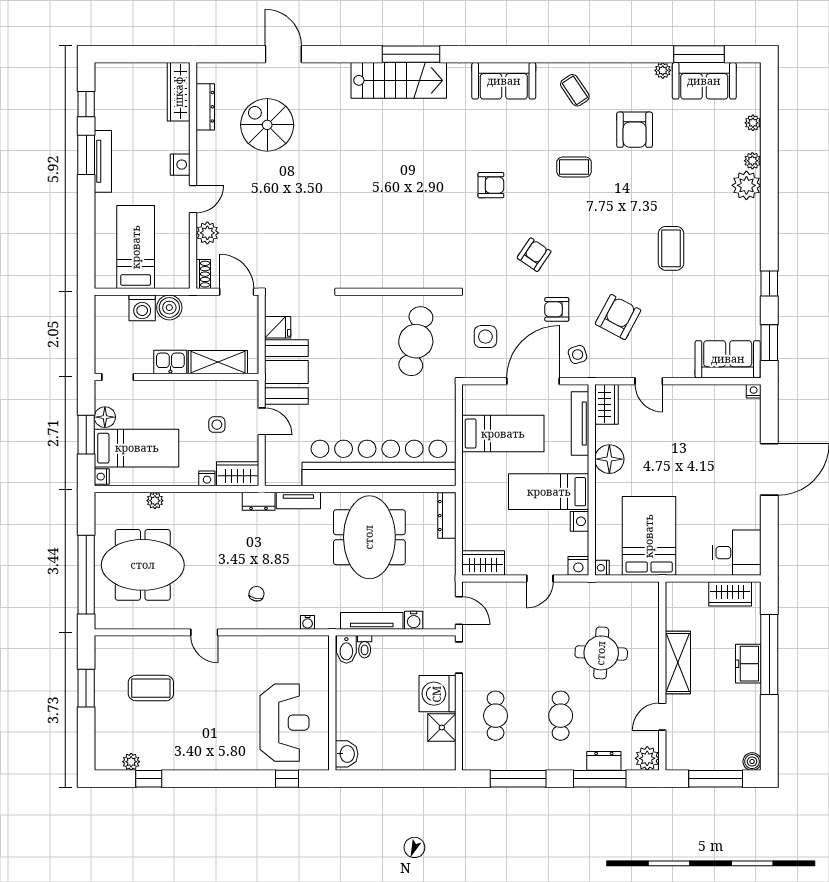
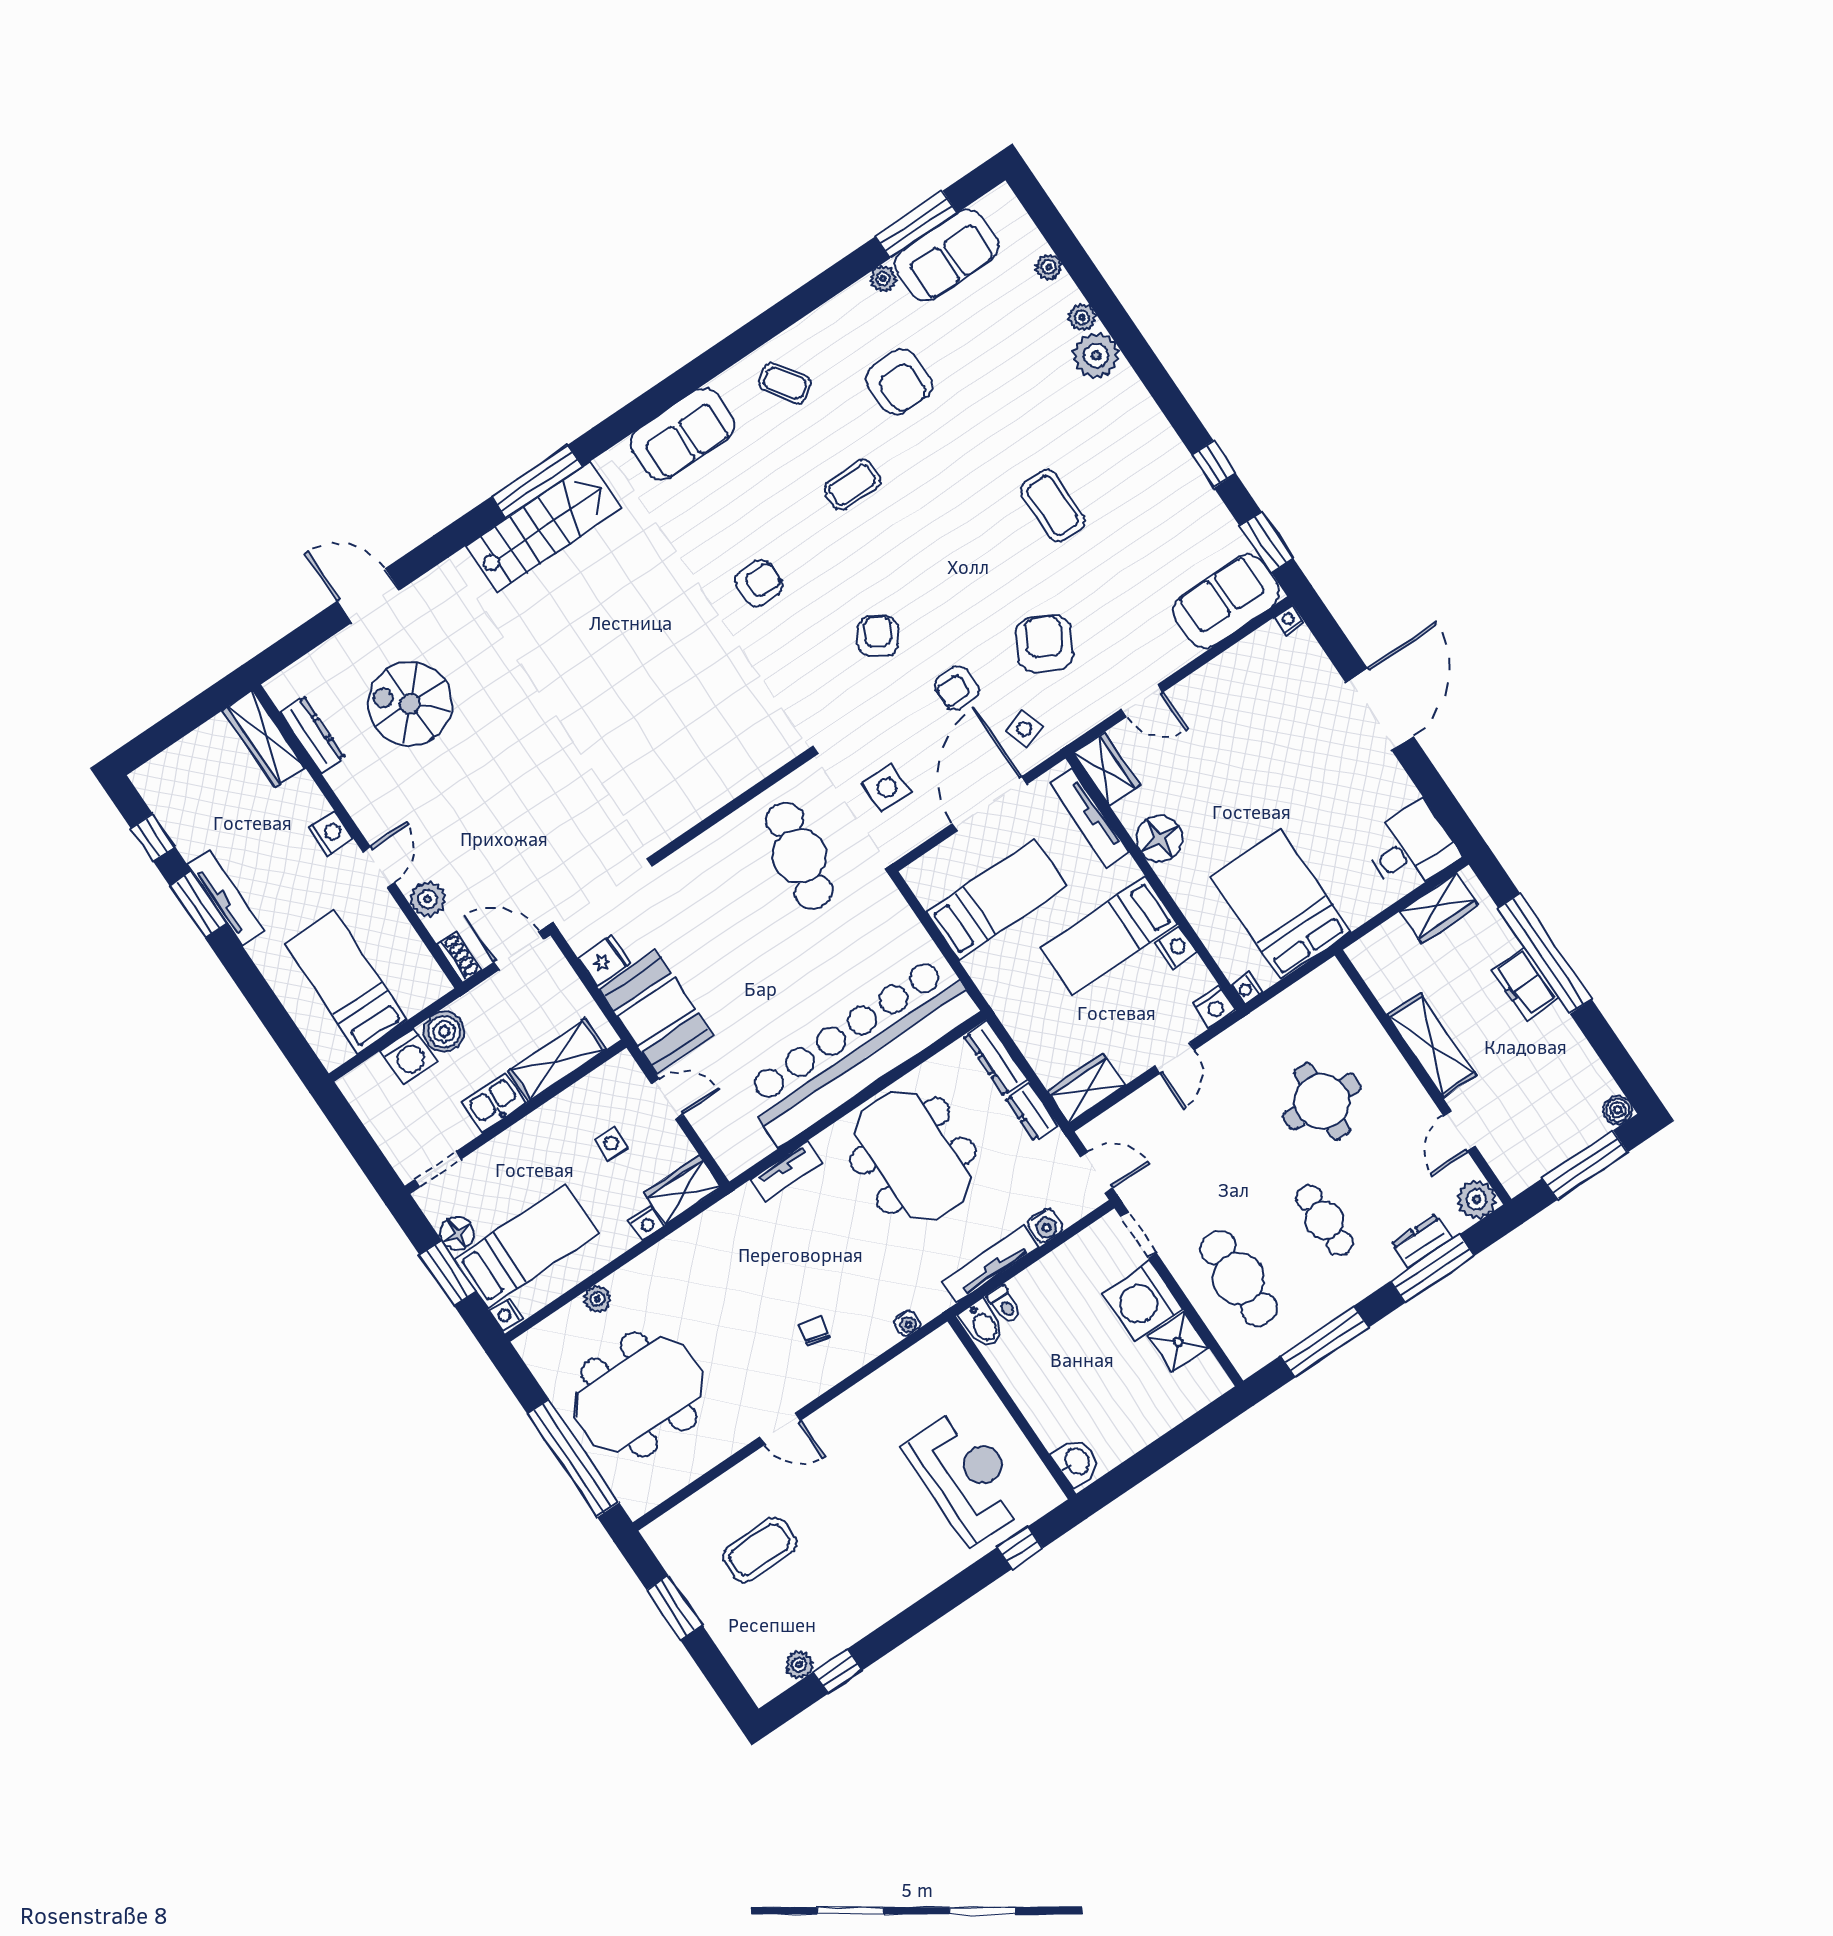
dresser: (259, 501) -> (1032, 1112), moved, turned 90
cafe table: (496, 716) -> (1239, 1278), width x1.37, depth x1.35

